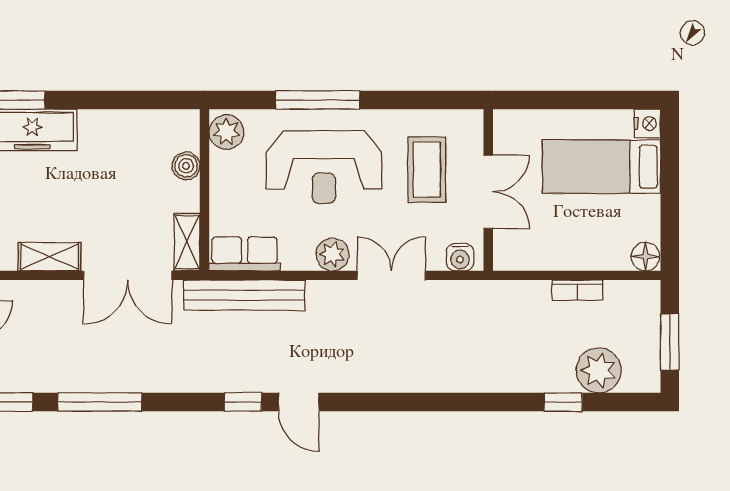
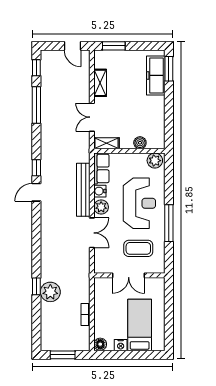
window: (317, 100) -> (169, 223), moved
nightstand: (647, 123) -> (121, 345), moved
reception desk: (324, 167) -> (139, 203), turned 180
water cooler: (460, 257) -> (100, 191), moved
double door: (128, 275) -> (92, 117), width x0.73
bench: (244, 295) -> (83, 190), moved
plant: (599, 370) -> (50, 292), moved
window: (563, 402) -> (36, 286), moved

